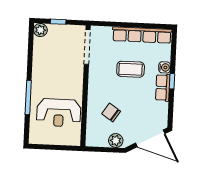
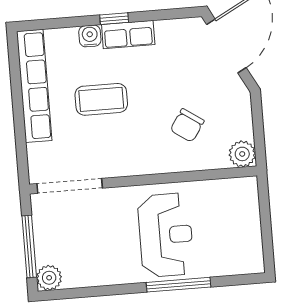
window: (58, 22) -> (29, 246), width x2.17
coffee table: (131, 69) -> (101, 99), turned 90
reception desk: (59, 113) -> (166, 235), moved
plant: (116, 141) -> (242, 154), moved

